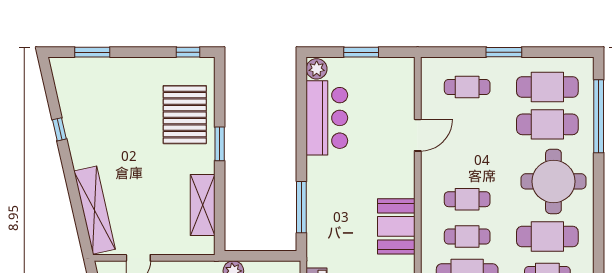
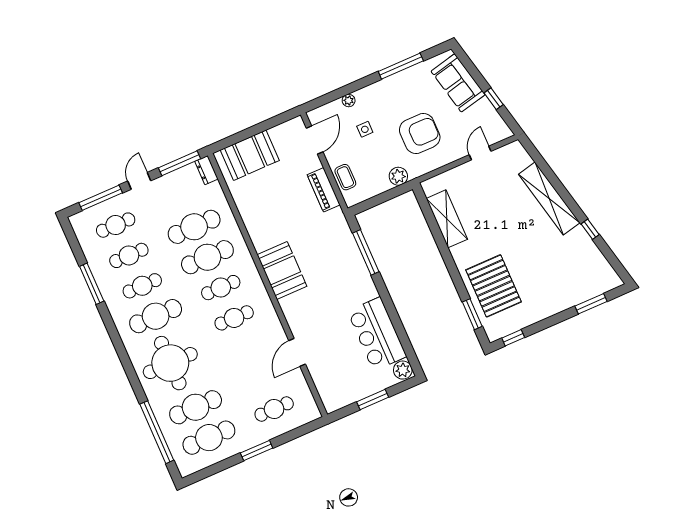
window: (220, 144) -> (472, 314), moved
shelving: (95, 210) -> (549, 199), moved

